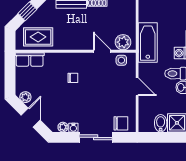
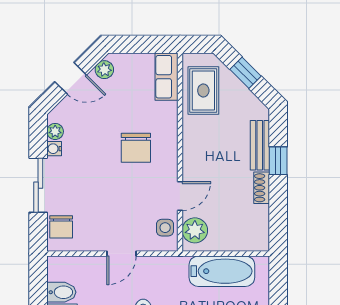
bathtub: (148, 42) -> (222, 271), moved
chair: (73, 78) -> (136, 148), width x1.87, depth x1.87

